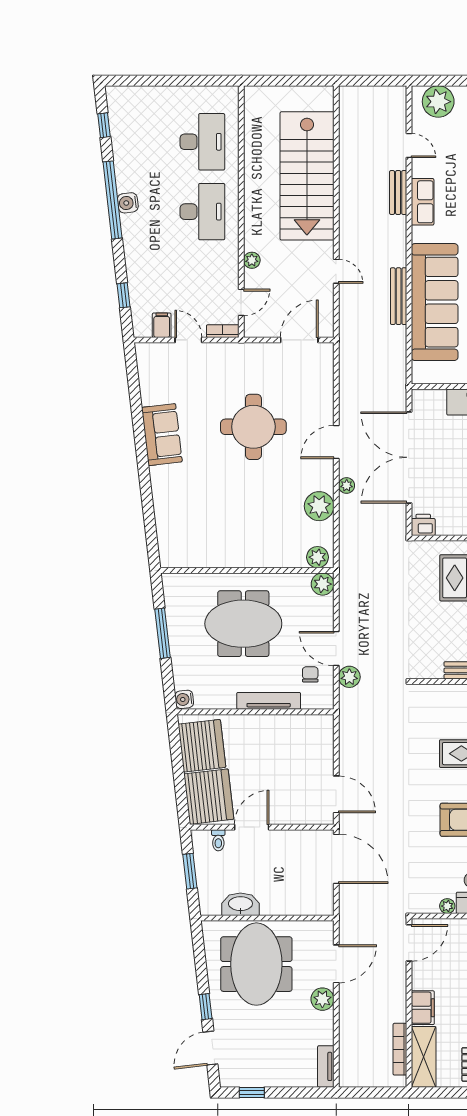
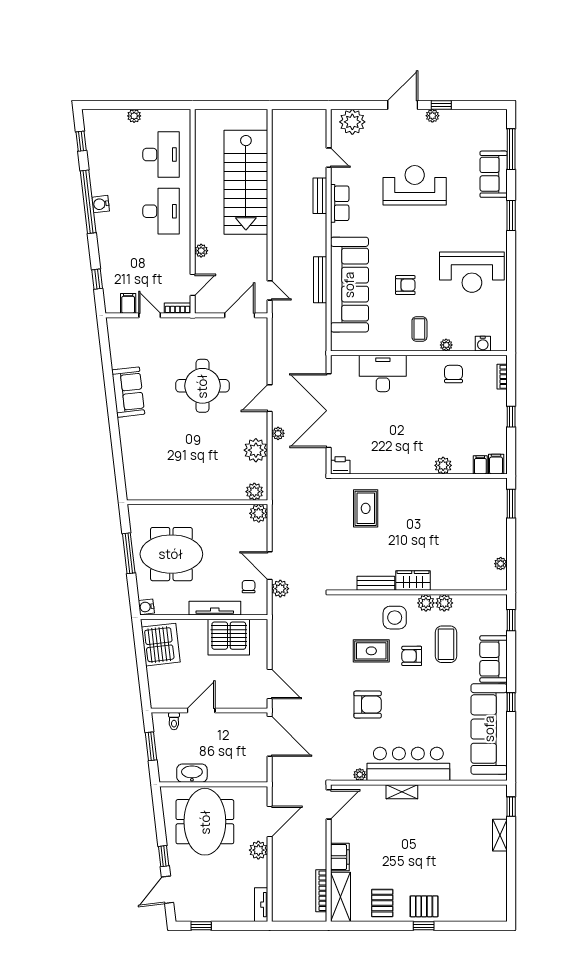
plant: (169, 94) -> (134, 116), added
door: (336, 271) -> (270, 290), moved
meeting table: (243, 624) -> (171, 554), moved
server rack: (209, 797) -> (229, 637), moved, turned 97

